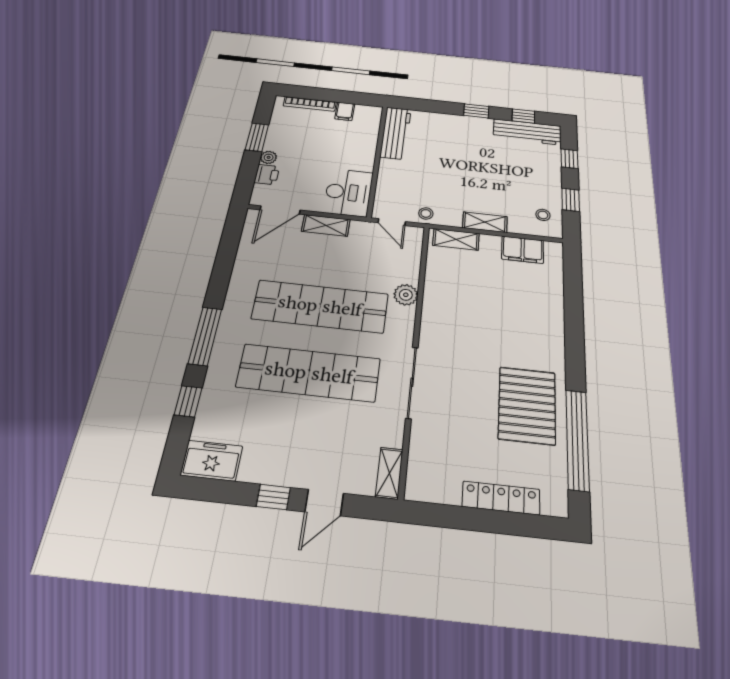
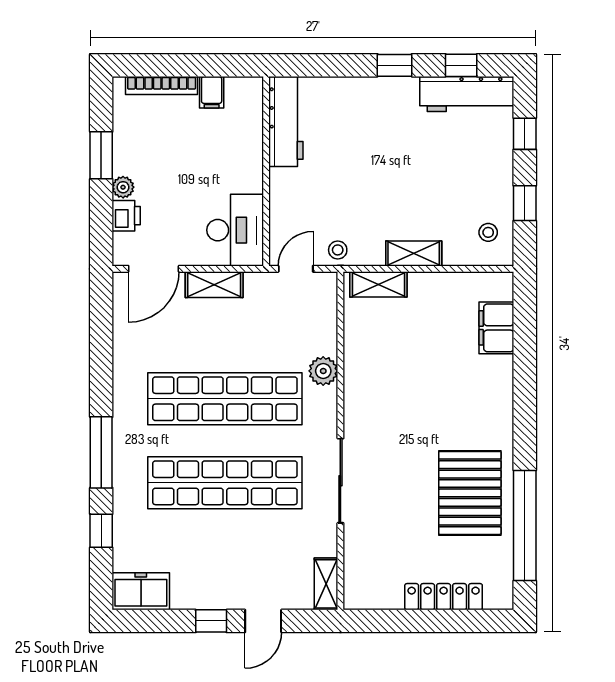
door: (392, 222) -> (296, 269), swing flipped
filing cabinet: (523, 250) -> (496, 328), moved, turned 90

